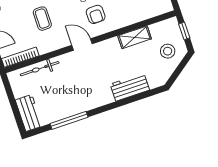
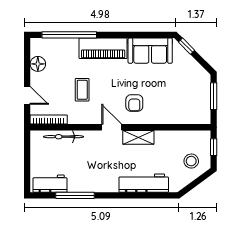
shelving: (135, 37) -> (138, 137), moved
workbench: (130, 87) -> (144, 183), width x1.38
workbench: (29, 113) -> (50, 184), moved, turned -90

